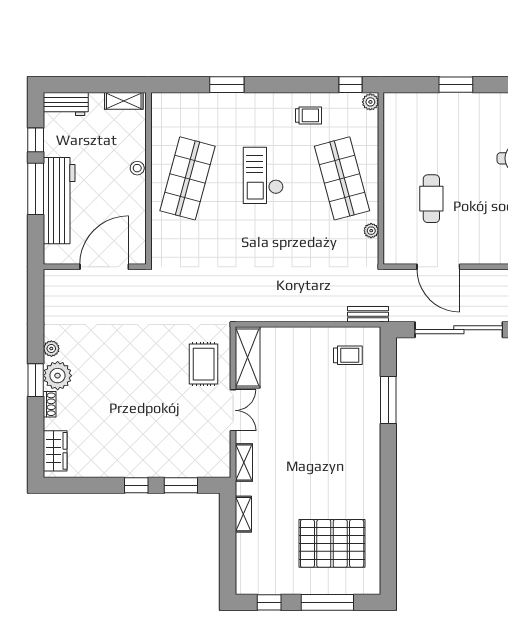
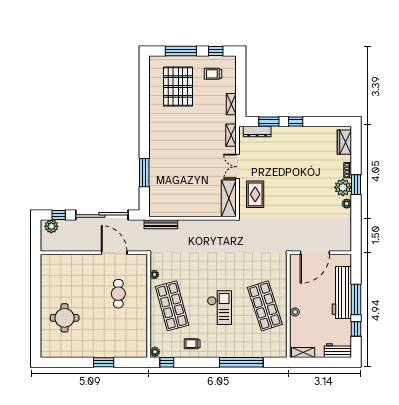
window: (227, 85) -> (241, 362), width x2.11
shop shelf: (188, 178) -> (265, 306), turned -33
bench: (368, 314) -> (161, 224), width x1.36
trolley: (348, 355) -> (213, 74), moved
dresser: (200, 469) -> (257, 131), added
pallet: (332, 543) -> (178, 87), turned 90

